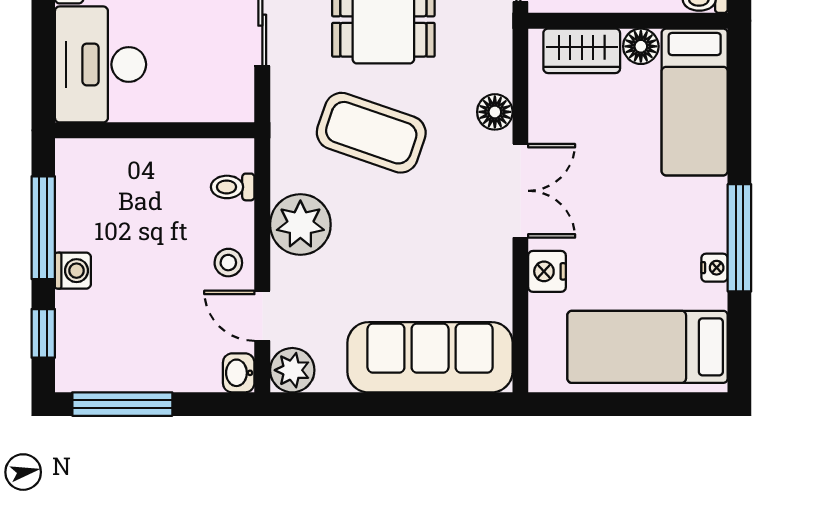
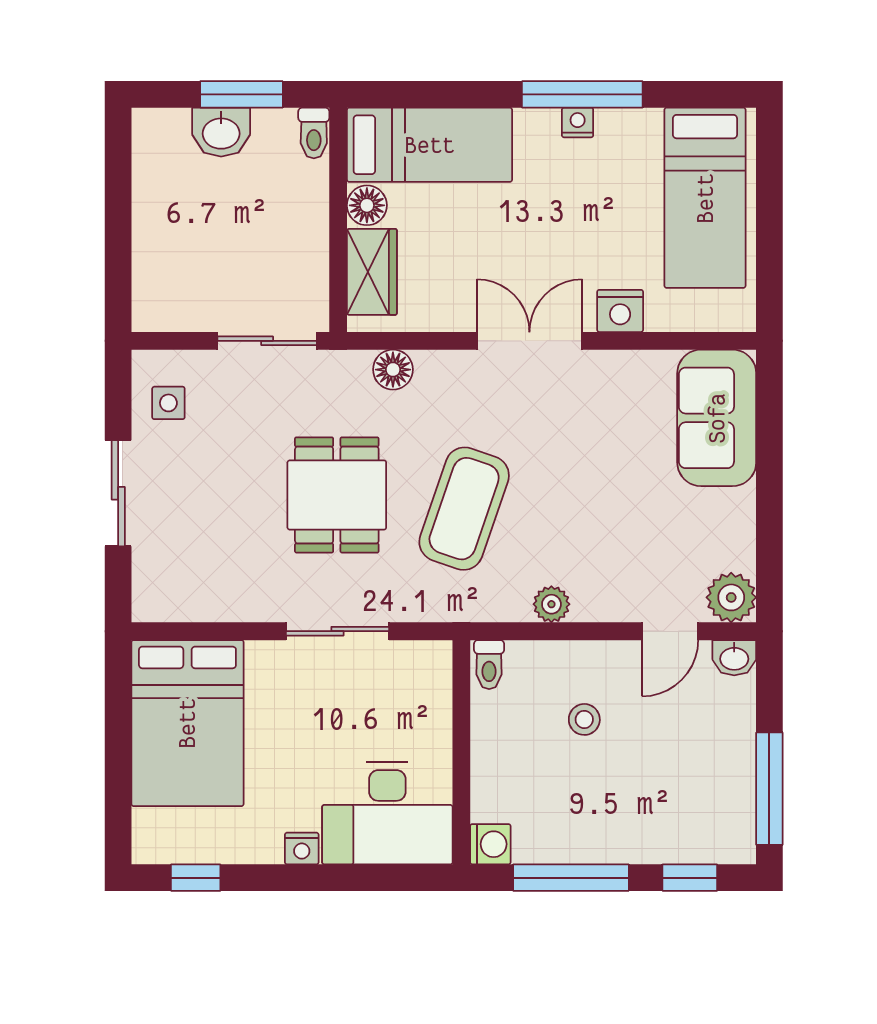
floor lamp: (495, 112) -> (393, 370), moved
toilet: (233, 187) -> (489, 665), moved
plant: (300, 225) -> (551, 604), width x0.53, depth x0.53
stool: (228, 263) -> (584, 719), moved
nightstand: (715, 268) -> (578, 122), moved
washing machine: (73, 271) -> (490, 844), moved, turned 90
sofa: (430, 357) -> (717, 418), width x0.73

